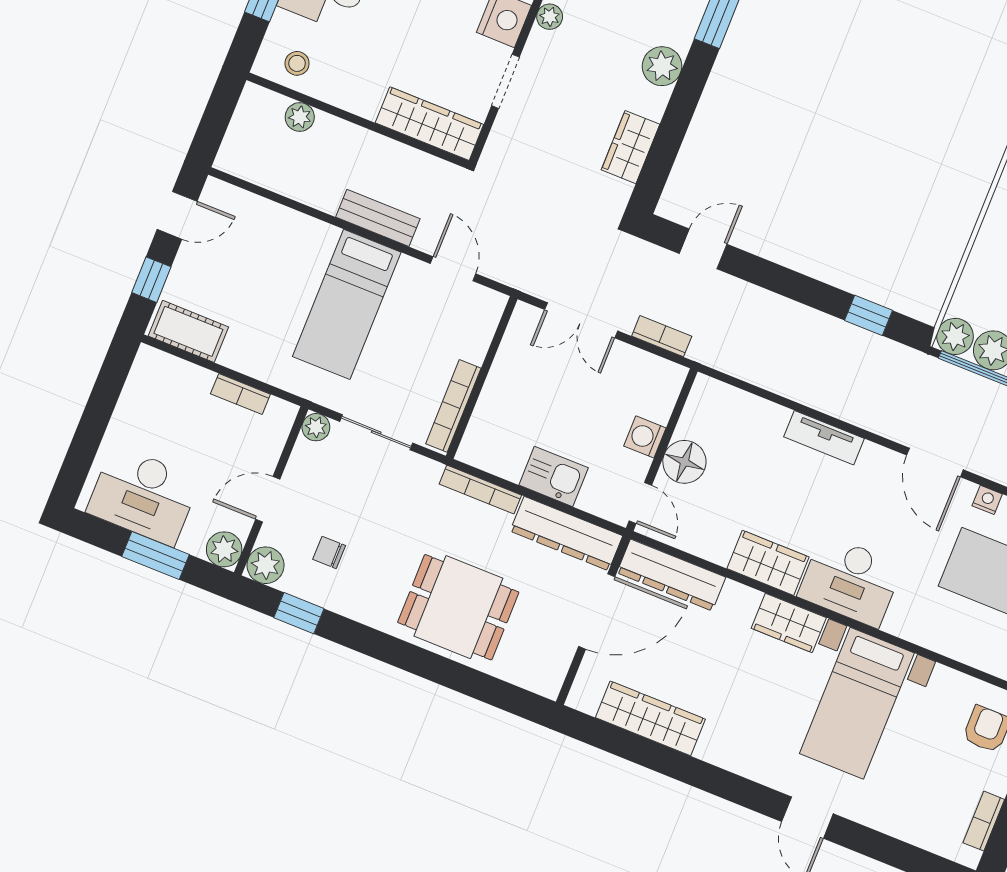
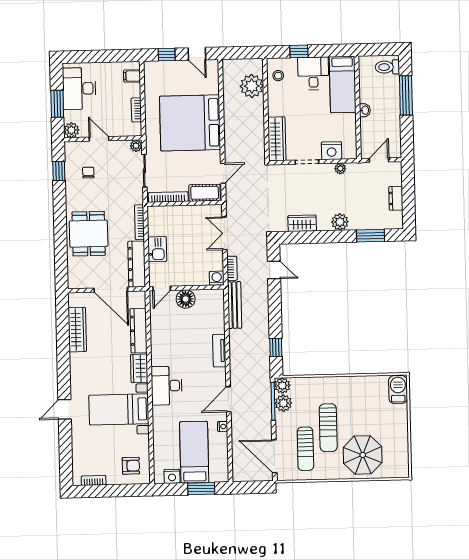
plant: (300, 117) -> (252, 86), width x1.87, depth x1.87
bench: (378, 218) -> (235, 305), moved, width x1.36
bed: (347, 304) -> (190, 123), width x2.04
cot: (188, 331) -> (205, 193), moved, turned 90
filing cabinet: (165, 372) -> (132, 76), added
washing machine: (645, 437) -> (217, 278), moved
wardrobe: (768, 563) -> (160, 350), removed
plant: (265, 565) -> (72, 149), removed
dresser: (671, 575) -> (139, 331), moved

